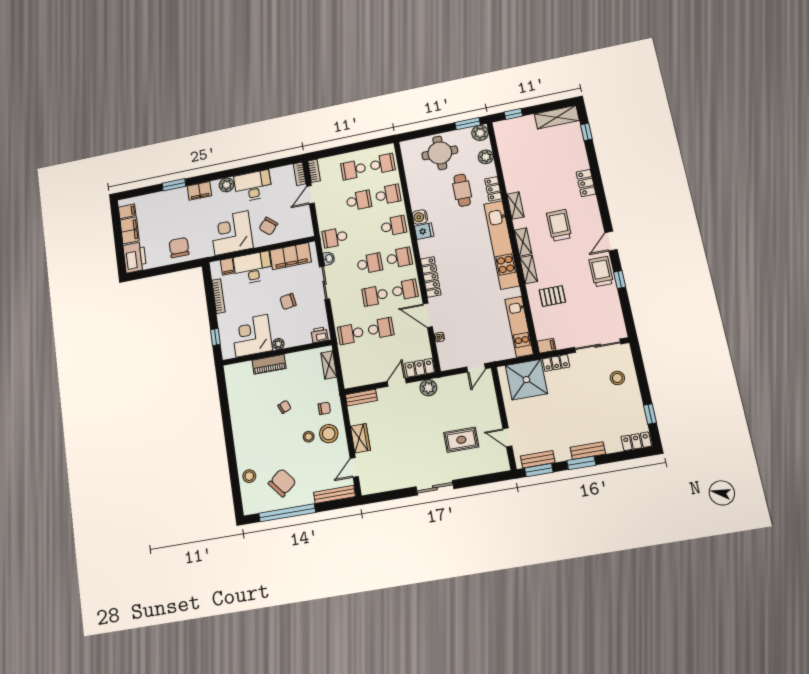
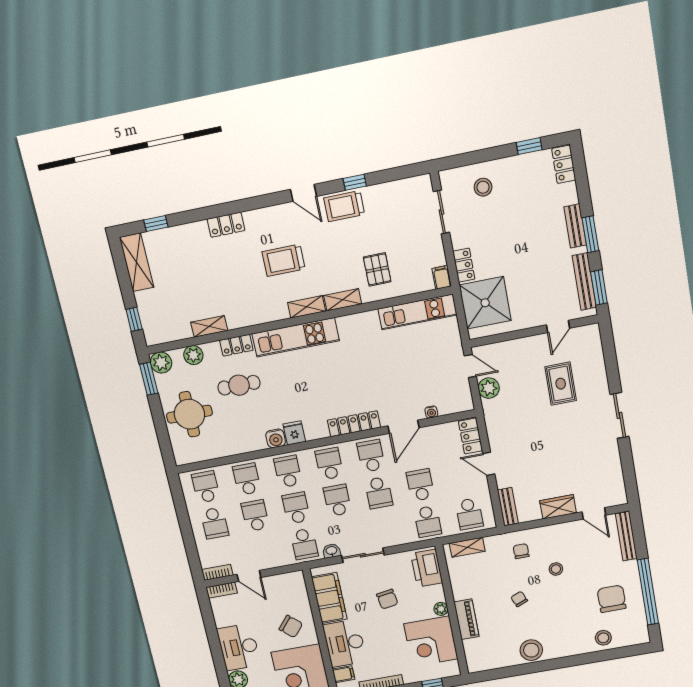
shelving: (515, 206) -> (209, 326), moved
school desk: (364, 232) -> (296, 508), added
kitchen unit: (502, 245) -> (296, 337), width x0.73
printer: (320, 335) -> (427, 568), width x1.87, depth x1.48
sliding door: (598, 346) -> (441, 212), width x0.73
school desk: (356, 367) -> (469, 514), added
plant: (428, 388) -> (489, 388), moved
stool: (329, 434) -> (531, 650), moved
bench: (538, 459) -> (584, 282), width x1.36
chair: (282, 483) -> (612, 599), turned 39

